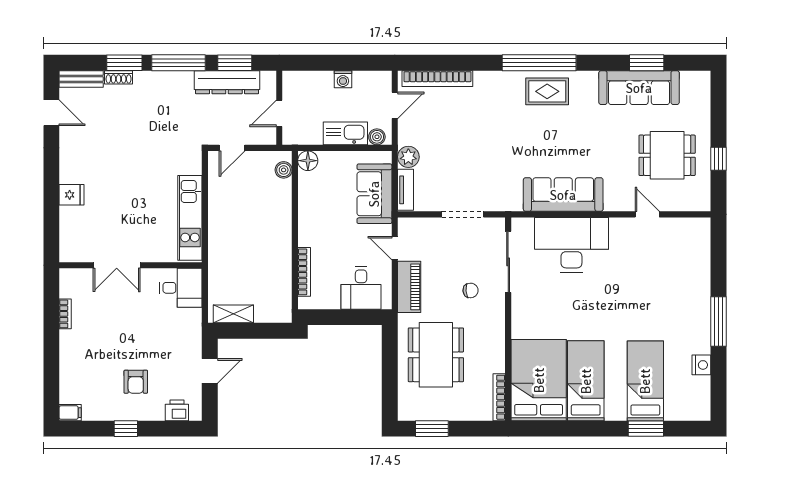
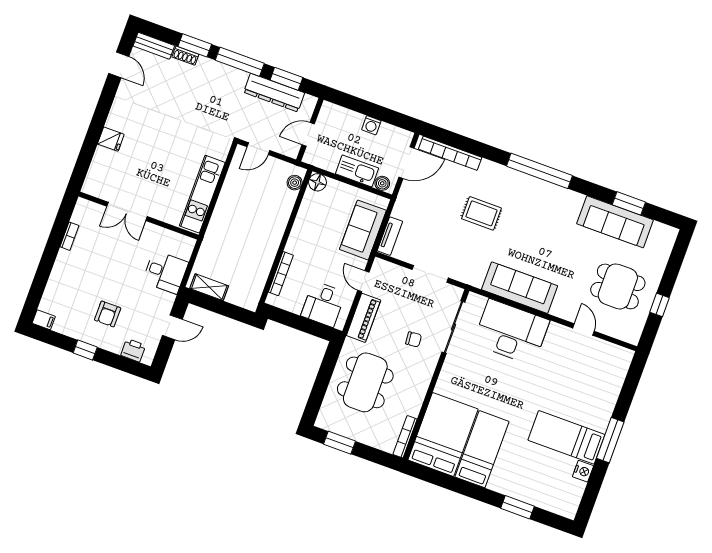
rug: (547, 91) -> (481, 213), moved
door: (395, 105) -> (406, 163), width x1.38
plant: (408, 157) -> (402, 210), removed
desk: (181, 288) -> (165, 272), moved
bed: (645, 381) -> (566, 437), moved, turned -90

